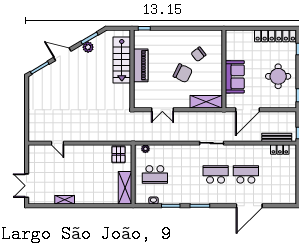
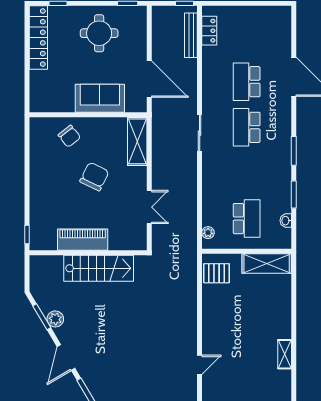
chair: (198, 54) -> (69, 136), moved
stairs: (122, 60) -> (99, 268), moved

